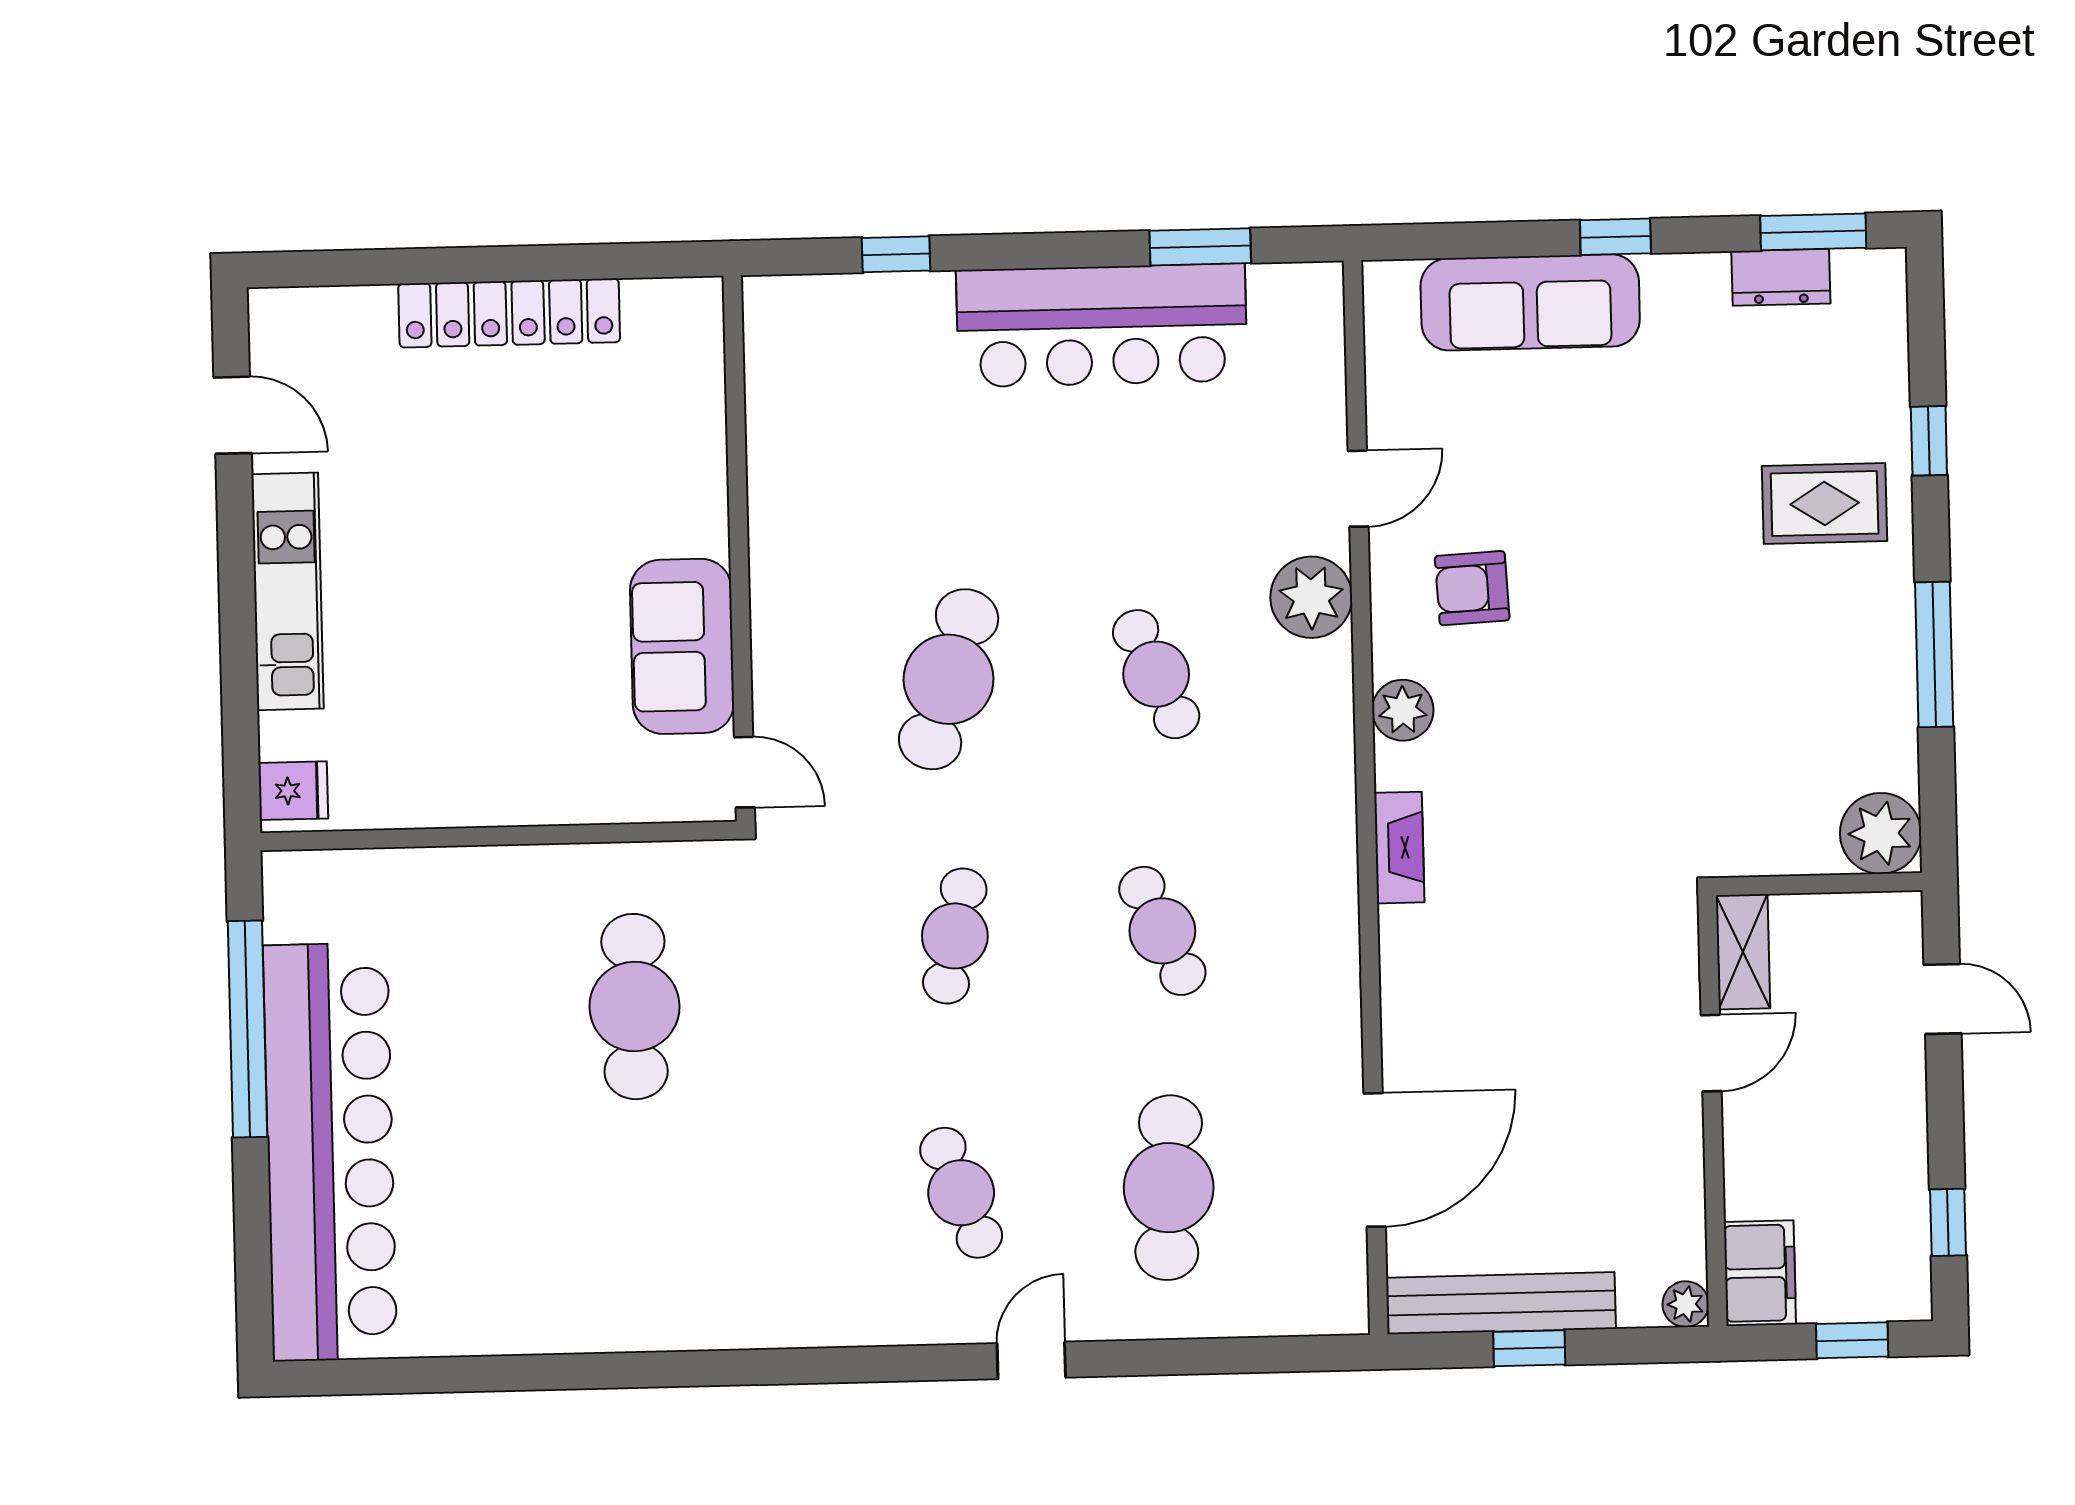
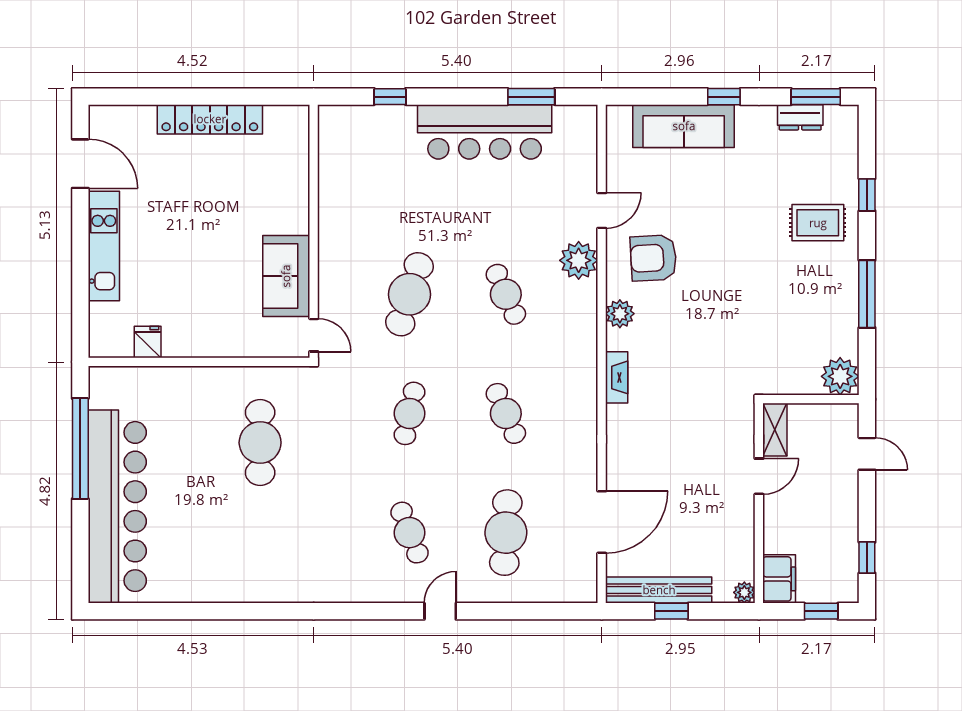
door: (233, 415) -> (80, 164), width x1.37
armchair: (1472, 588) -> (653, 258), width x1.38, depth x1.38
fridge: (293, 791) -> (148, 342), moved, turned -90

